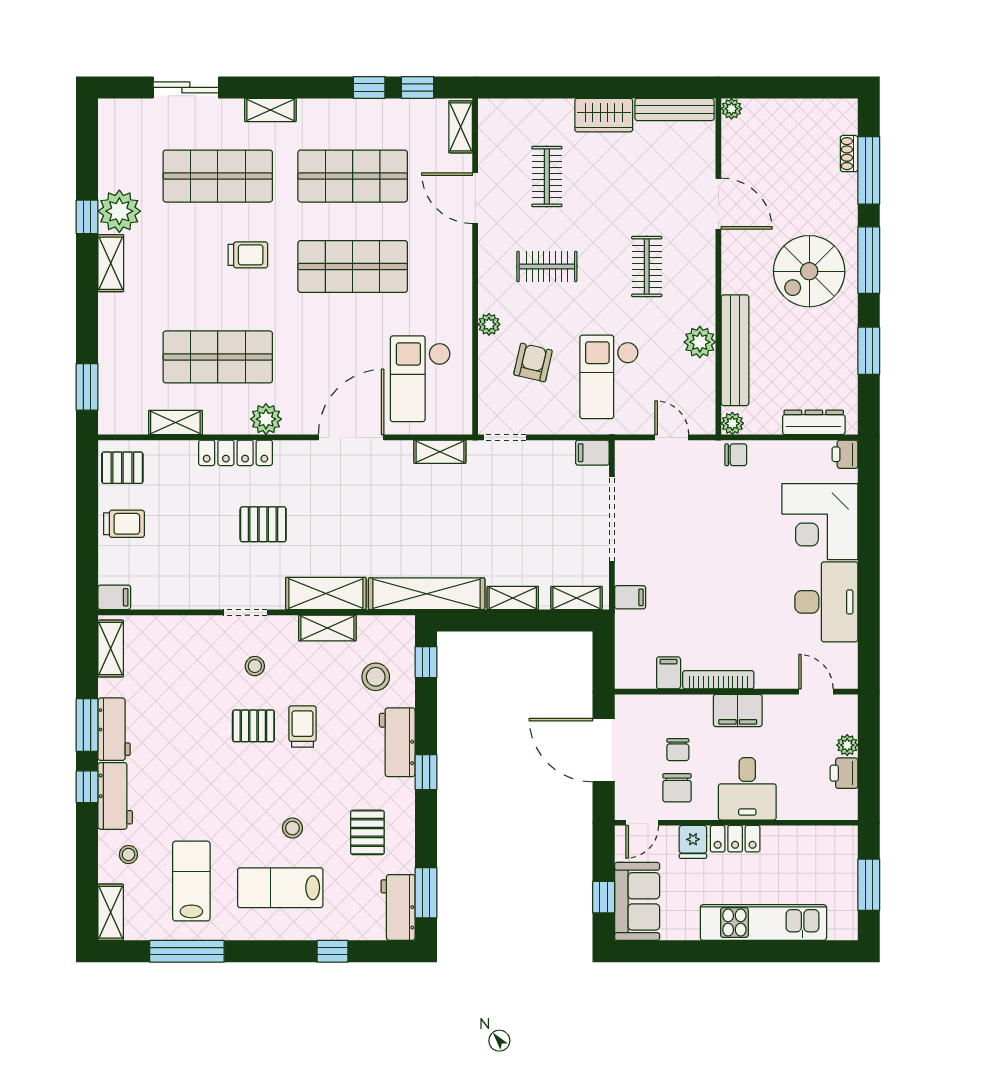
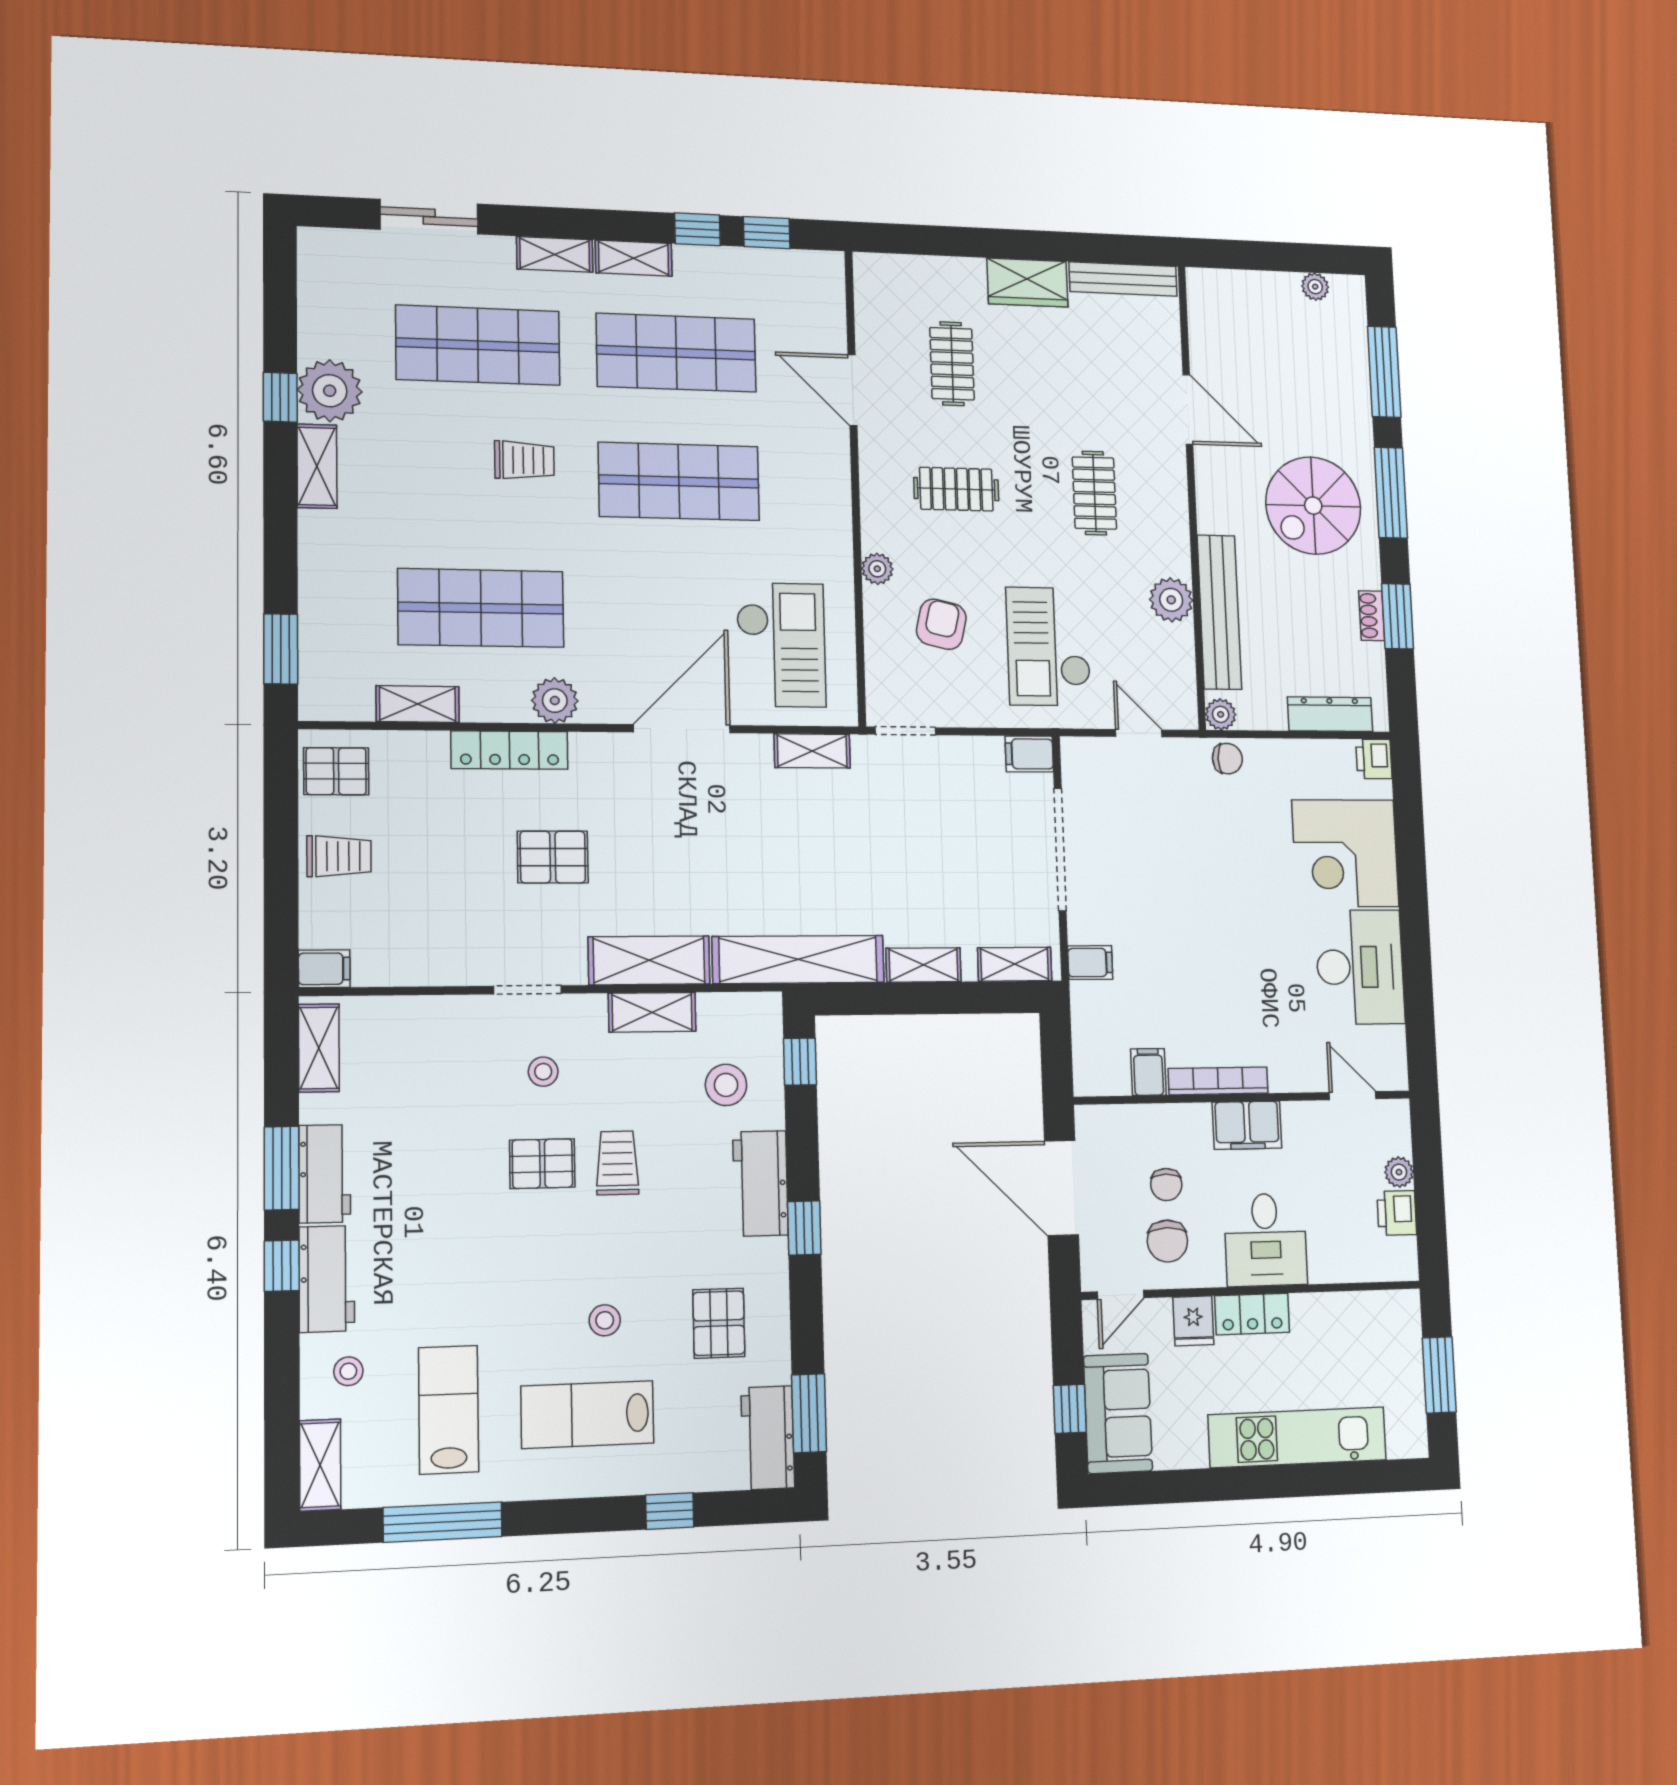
plant: (731, 109) -> (1315, 287), moved
shelving: (461, 127) -> (634, 258), moved, turned 90
shoe rack: (849, 154) -> (1372, 616), moved
checkout: (420, 379) -> (781, 645), turned 180

